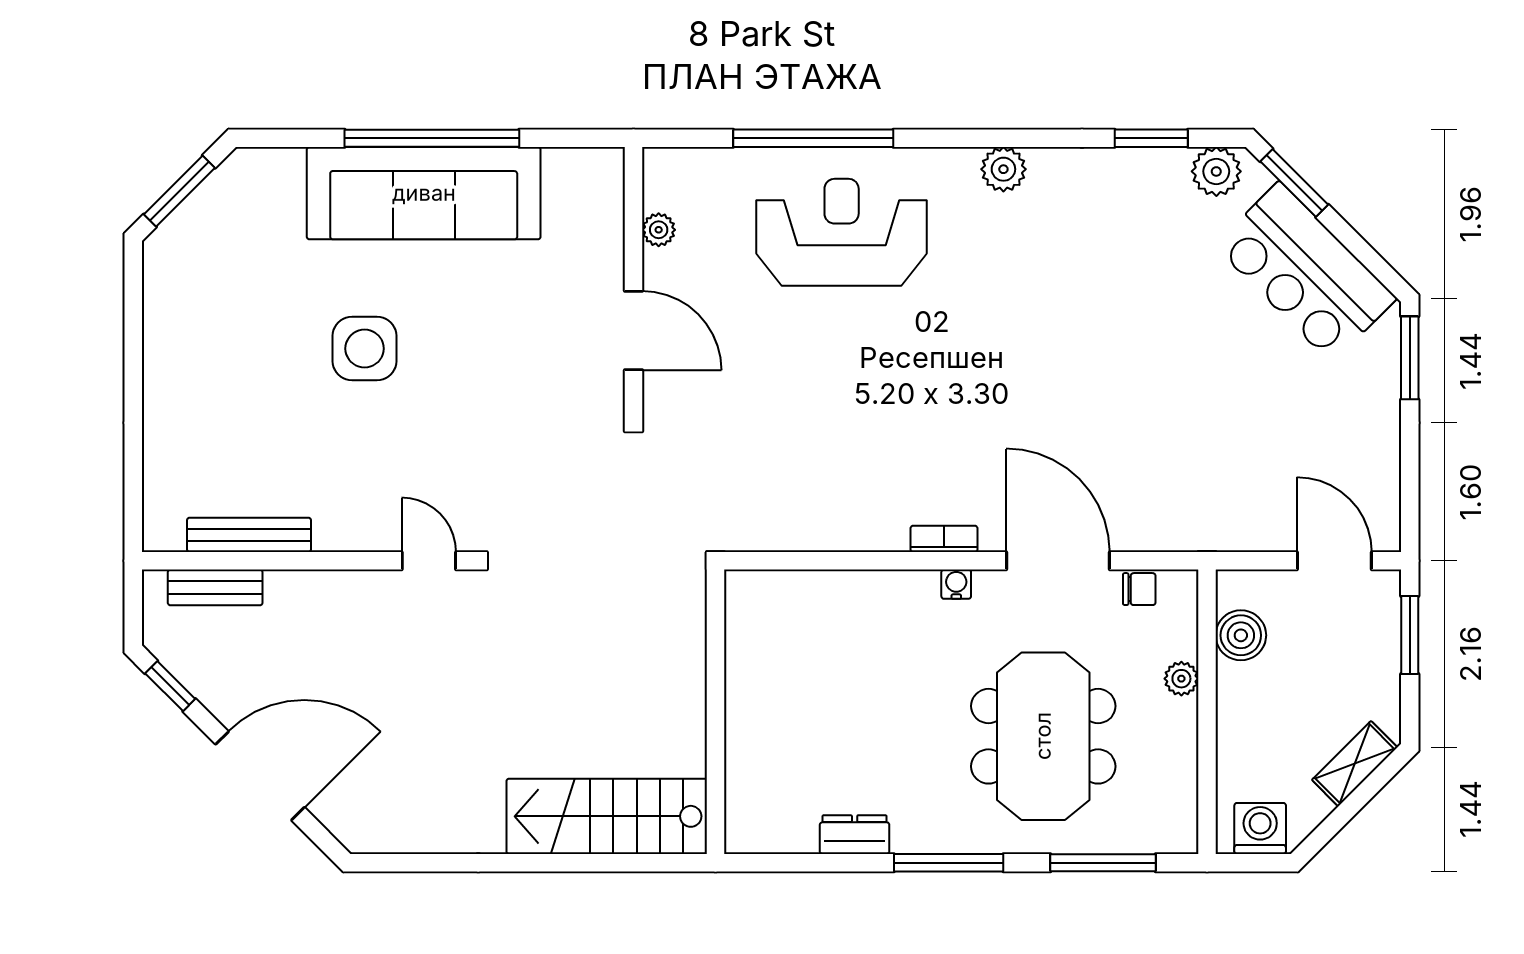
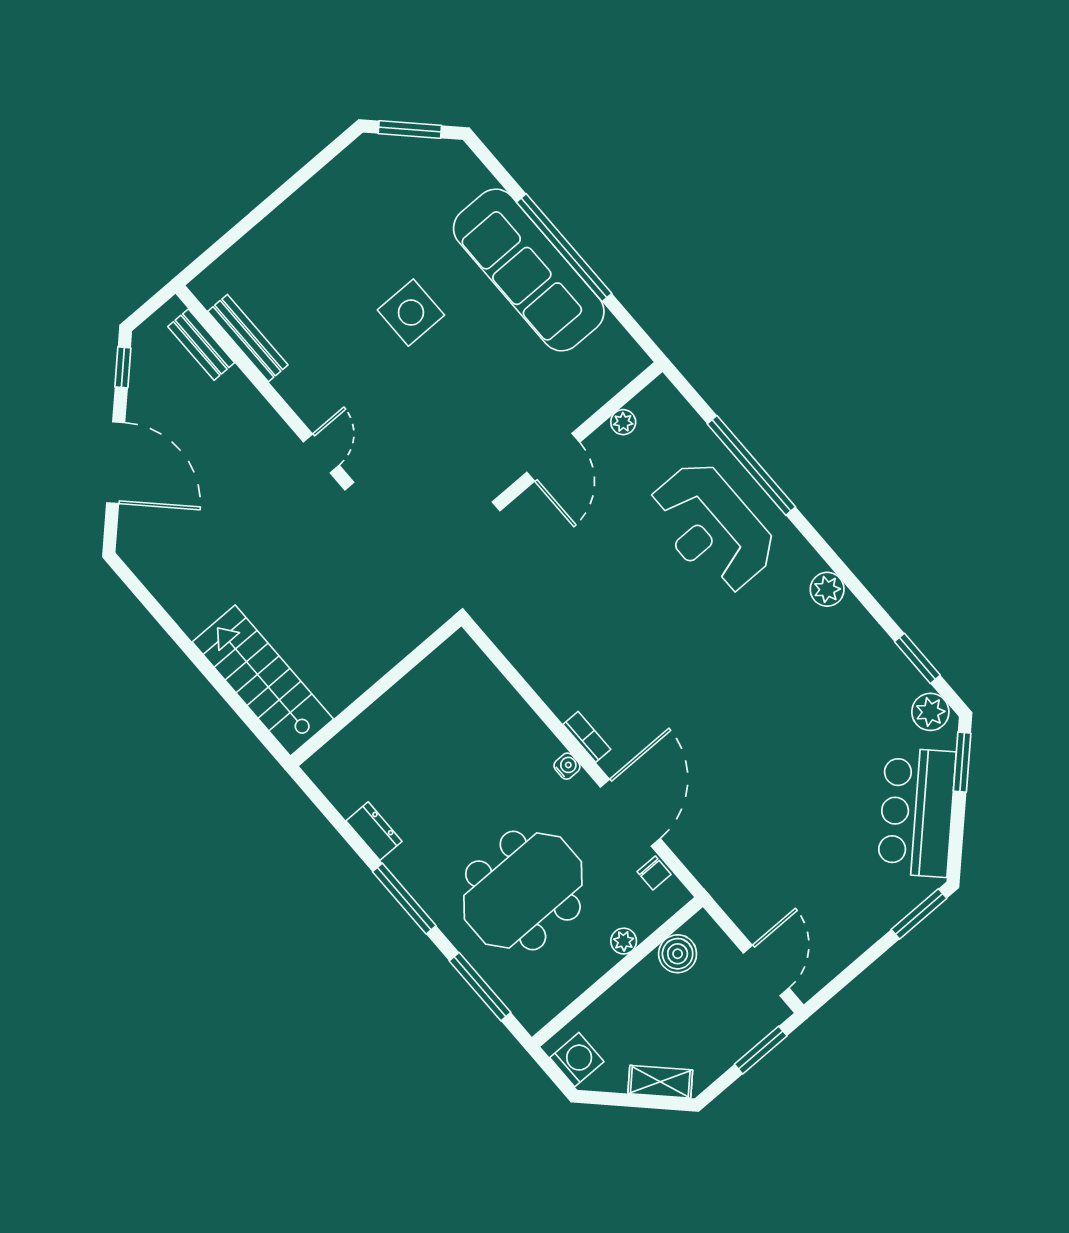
reception desk: (842, 232) -> (712, 528), turned 180

